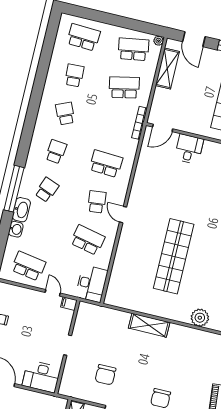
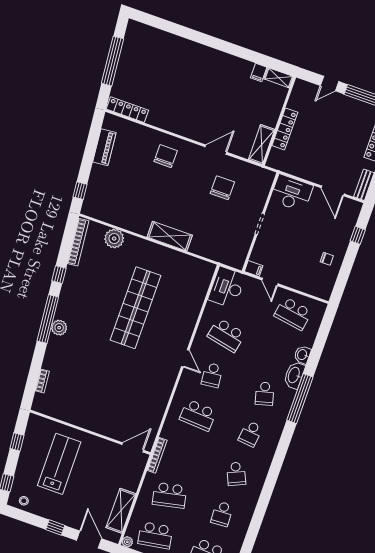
desk: (189, 149) -> (107, 422), removed
school desk: (47, 190) -> (265, 394), turned -36

